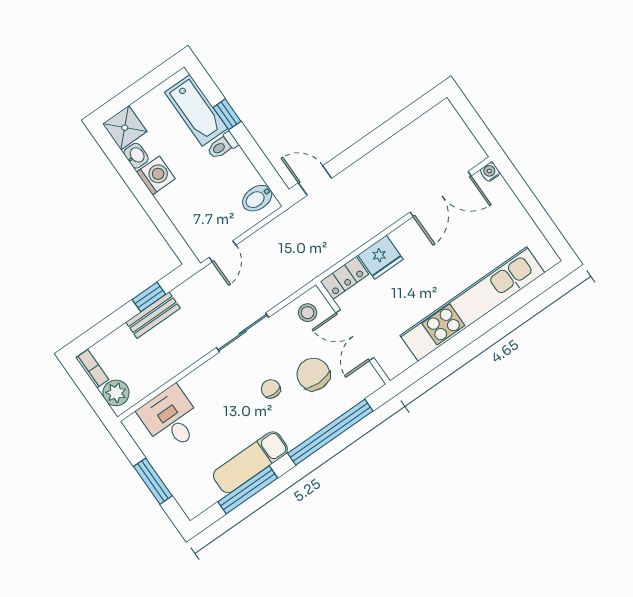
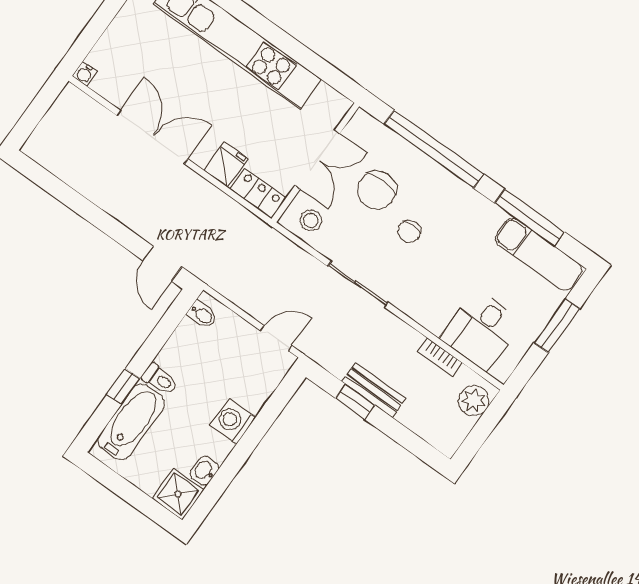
washing machine: (156, 175) -> (233, 421), moved
double door: (441, 194) -> (152, 137), moved
bidet: (257, 198) -> (202, 315), width x0.72, depth x0.74
fridge: (381, 257) -> (226, 165), width x0.72
bookcase: (92, 369) -> (440, 357), moved, turned -90
exam couch: (250, 462) -> (539, 254), moved

